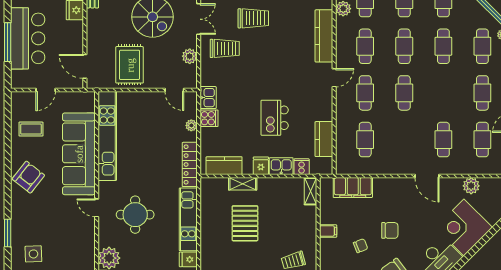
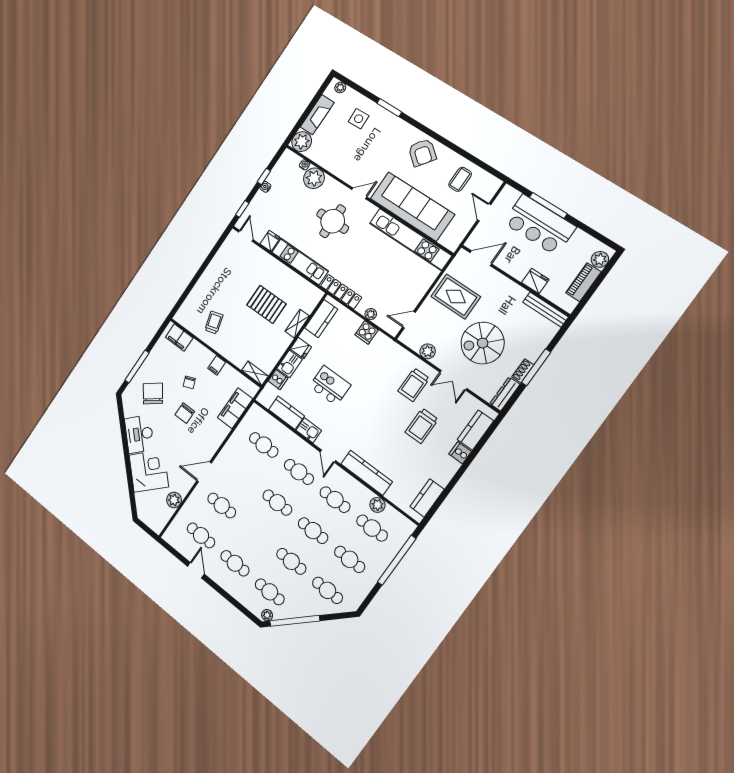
kitchen sink: (208, 98) -> (309, 430), moved, turned 180

